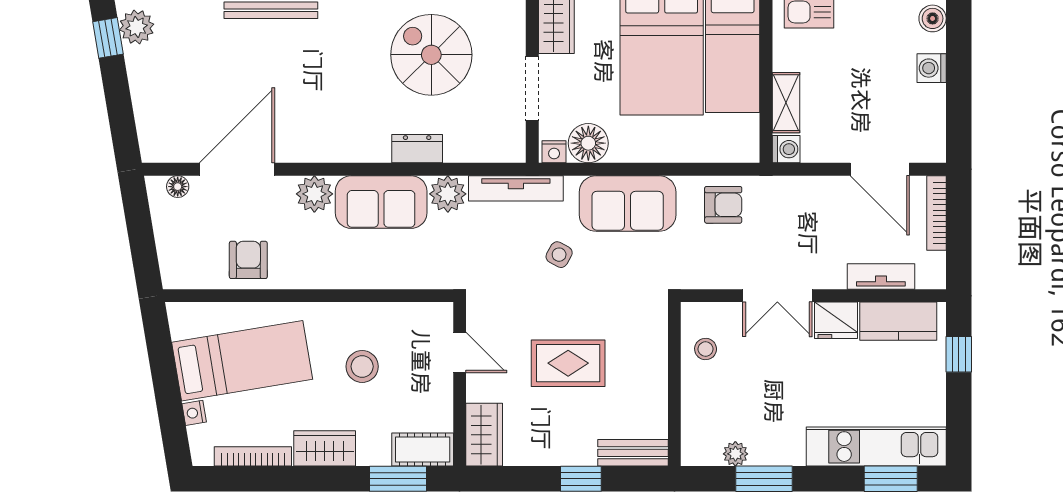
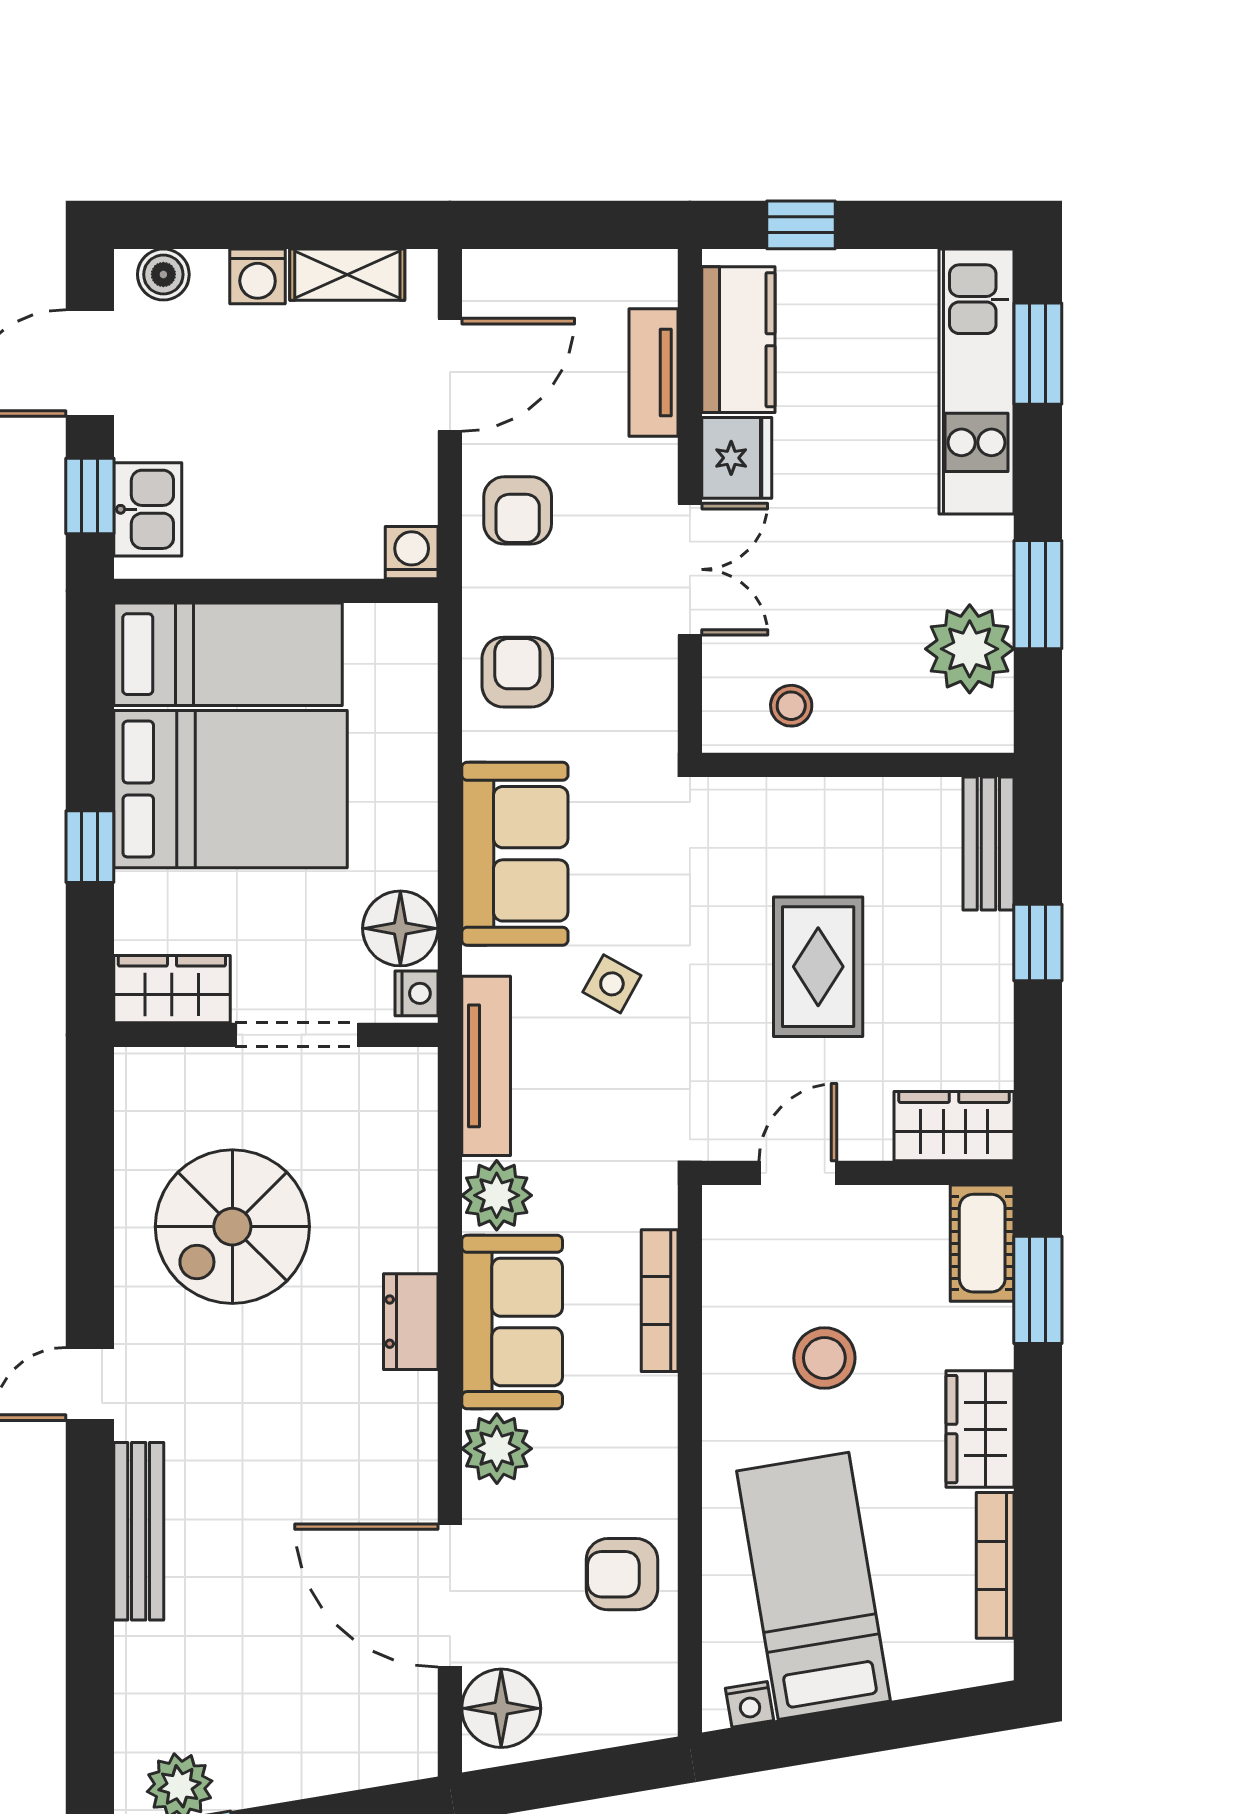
shelving: (786, 103) -> (347, 275), moved
dresser: (417, 149) -> (411, 1322), moved
floor lamp: (178, 187) -> (501, 1708), width x1.89, depth x1.89
armchair: (808, 205) -> (518, 510), added
bookcase: (937, 213) -> (660, 1301), moved, turned 90
nightstand: (194, 413) -> (750, 1704), moved
plant: (735, 454) -> (970, 649), width x1.88, depth x1.88

